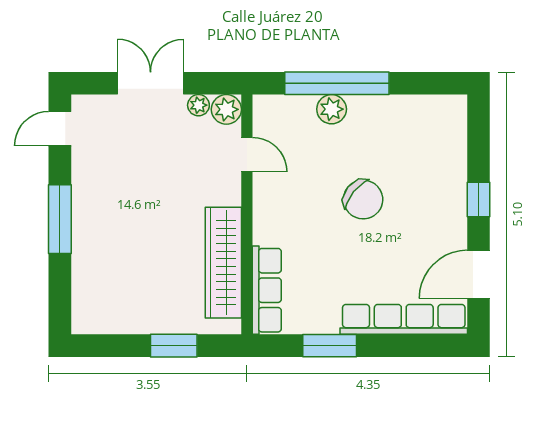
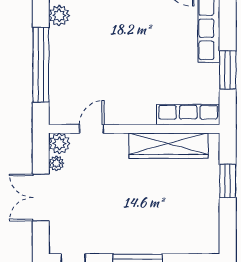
plant: (332, 109) -> (59, 15), moved
chair: (363, 199) -> (124, 46), removed

